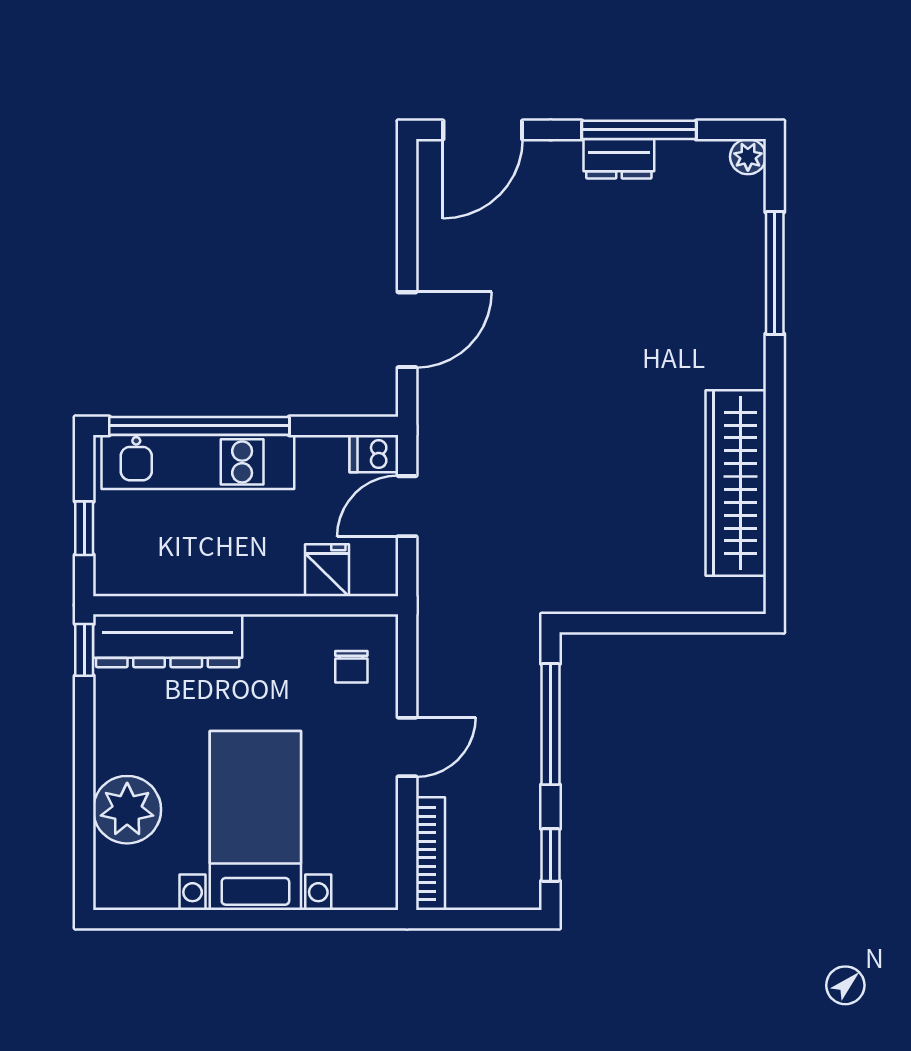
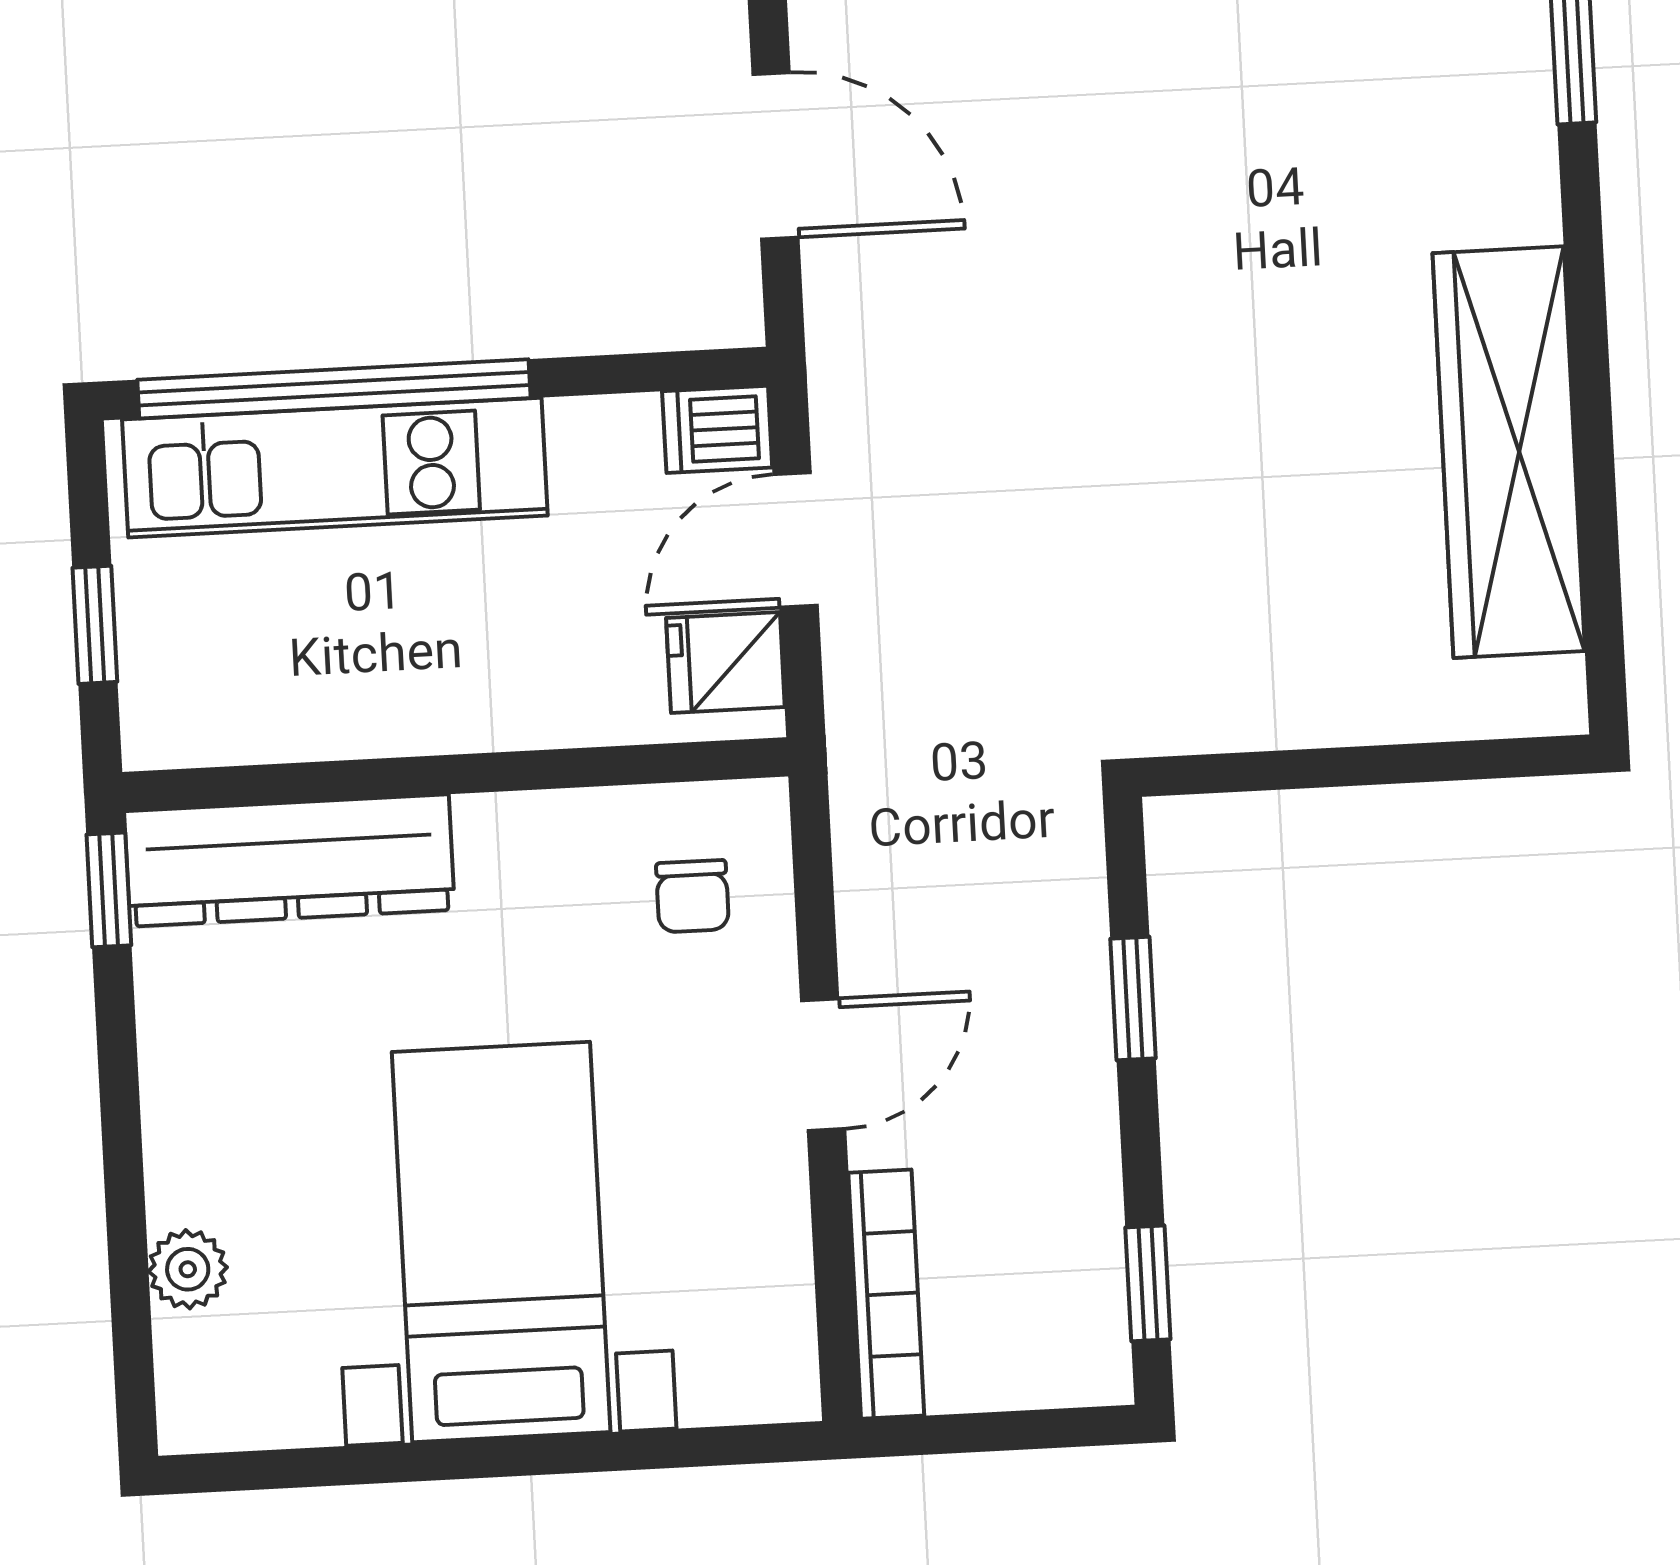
door: (407, 330) -> (775, 156), hinge flipped
fridge: (327, 570) -> (725, 663), moved, turned -90
window: (551, 724) -> (1133, 998), width x0.46
plant: (127, 810) -> (188, 1269), width x0.53, depth x0.53

